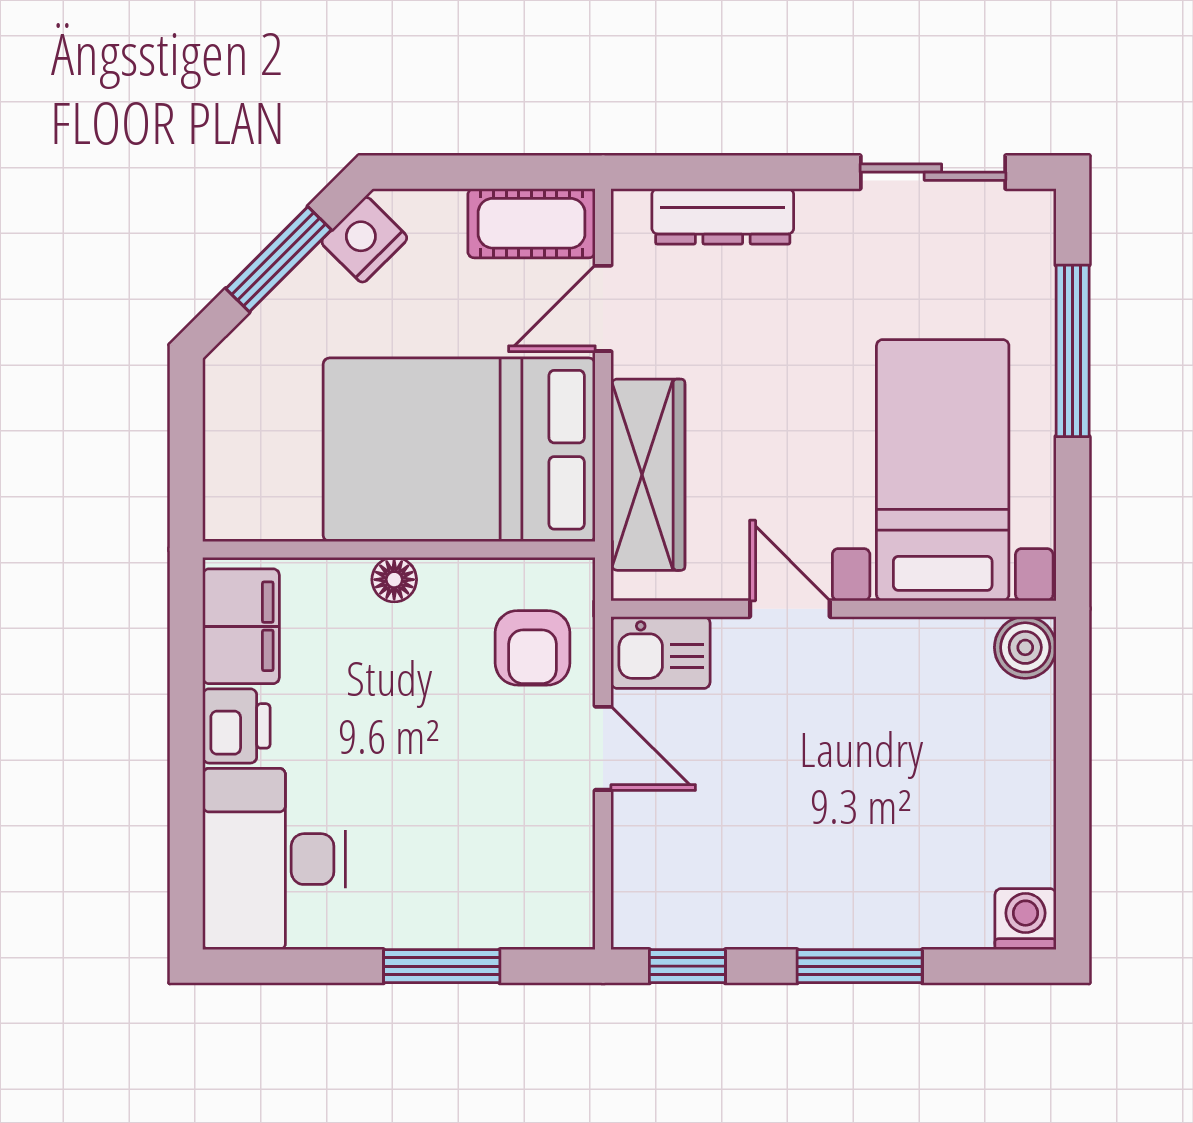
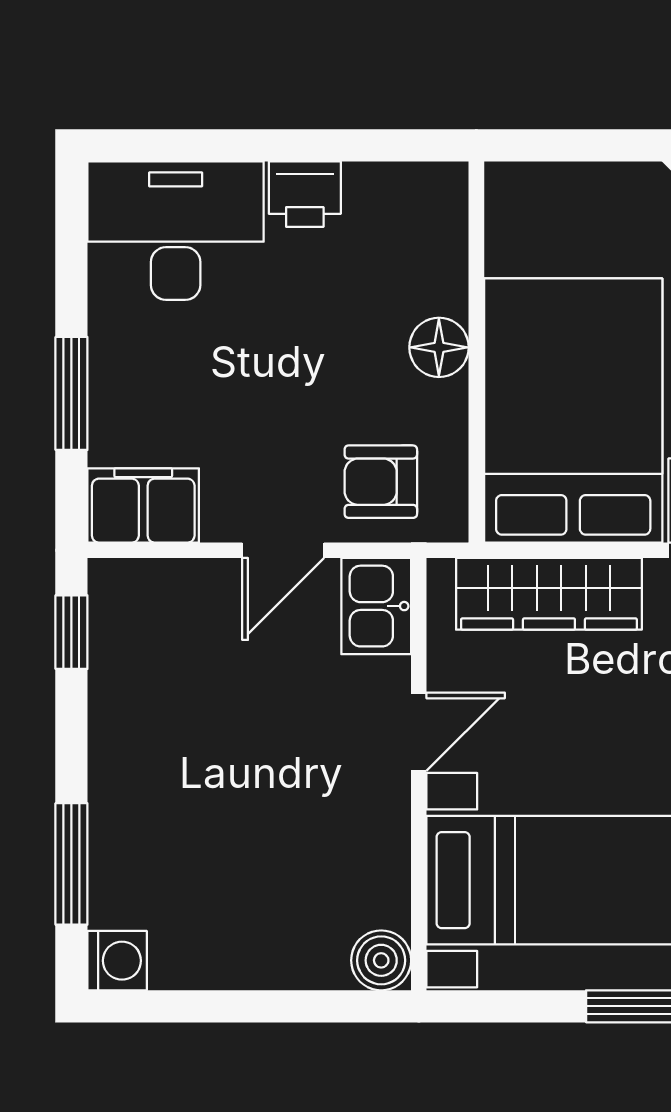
floor lamp: (394, 580) -> (439, 347), width x1.37, depth x1.37
filing cabinet: (241, 626) -> (143, 505), moved, turned 180
window: (860, 966) -> (71, 864), moved

